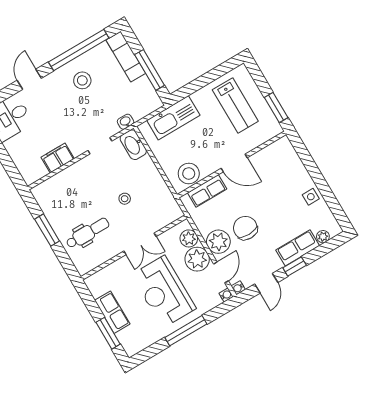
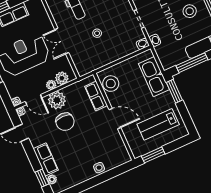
window: (190, 89) -> (174, 91), added
washbasin: (133, 145) -> (143, 44), width x0.52, depth x0.69
door: (234, 163) -> (115, 119), swing flipped
side table: (311, 197) -> (99, 168), moved
chair: (245, 228) -> (65, 122), turned 90
plant: (197, 259) -> (51, 85), width x0.53, depth x0.53
window: (295, 266) -> (42, 178), moved

